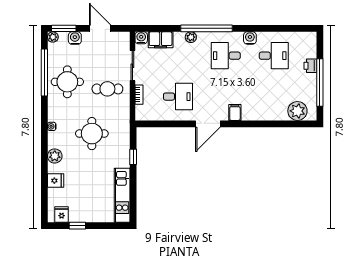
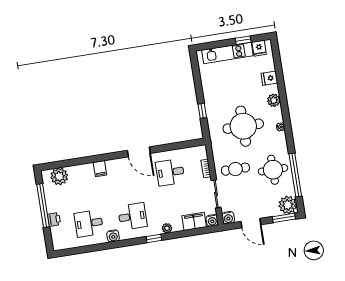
window: (207, 28) -> (154, 238), width x0.32
plant: (53, 37) -> (288, 205), width x1.88, depth x1.88
water cooler: (75, 38) -> (228, 218), moved
filing cabinet: (235, 112) -> (100, 169), moved
door: (208, 124) -> (139, 152), swing flipped
round table: (92, 134) -> (243, 126), width x1.36, depth x1.36
kitchen unit: (122, 195) -> (227, 53), moved, turned 90

